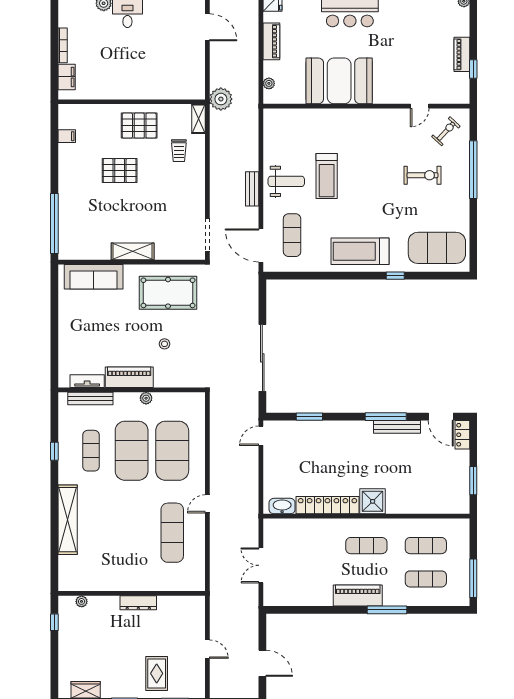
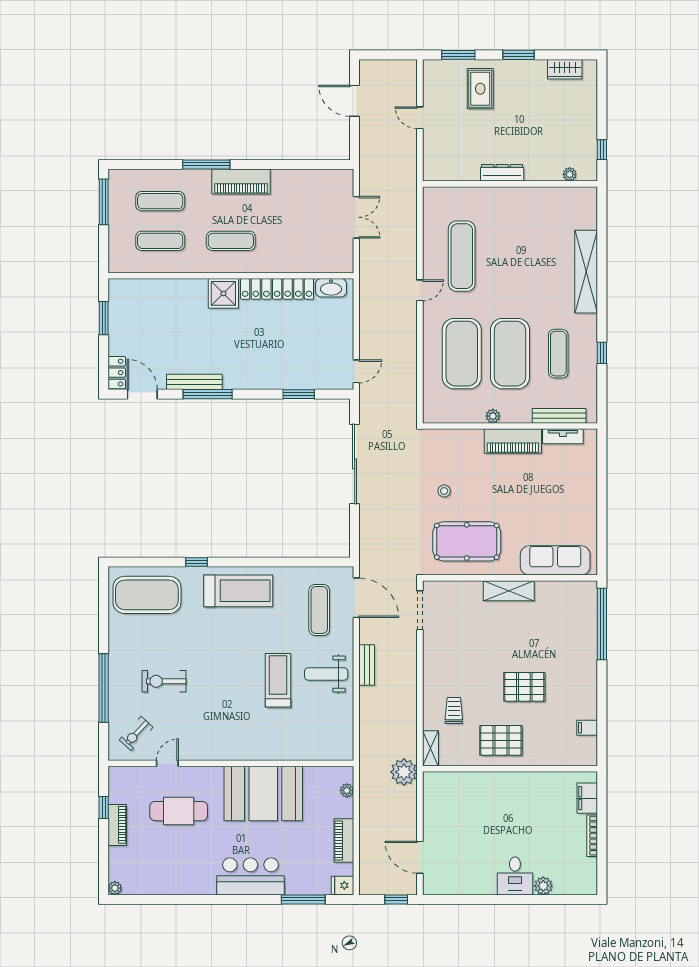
cafe table: (410, 66) -> (179, 811), added
stool: (165, 344) -> (444, 491), moved

